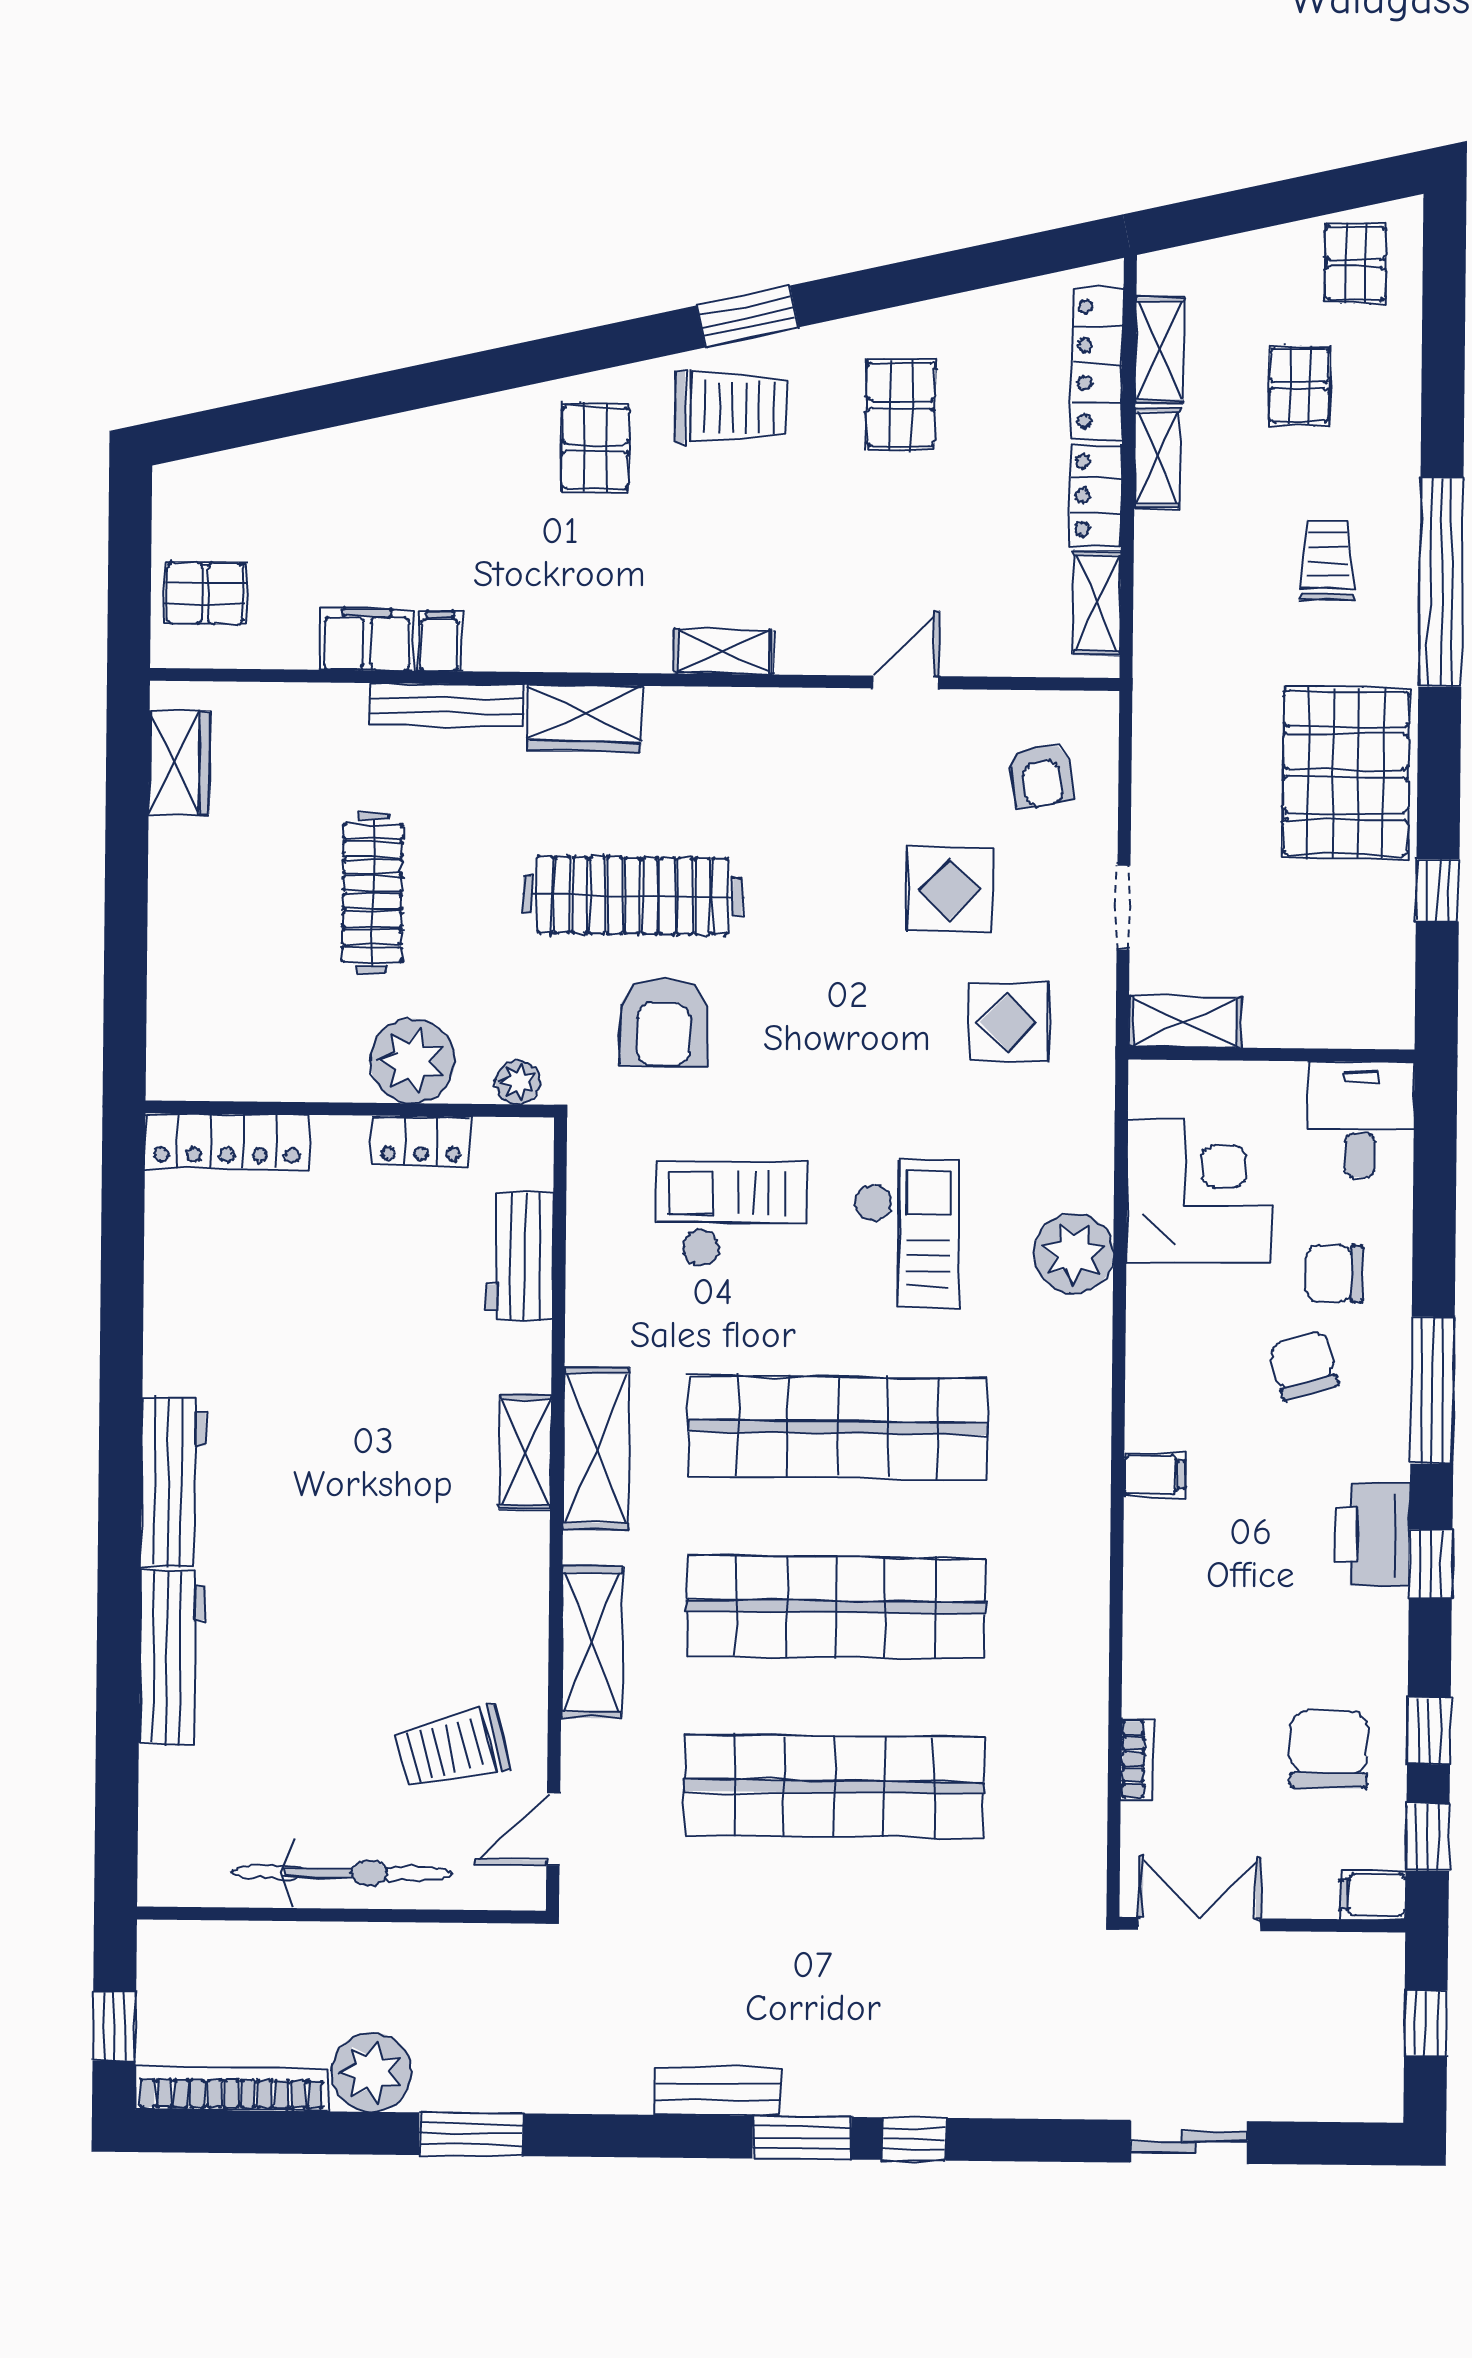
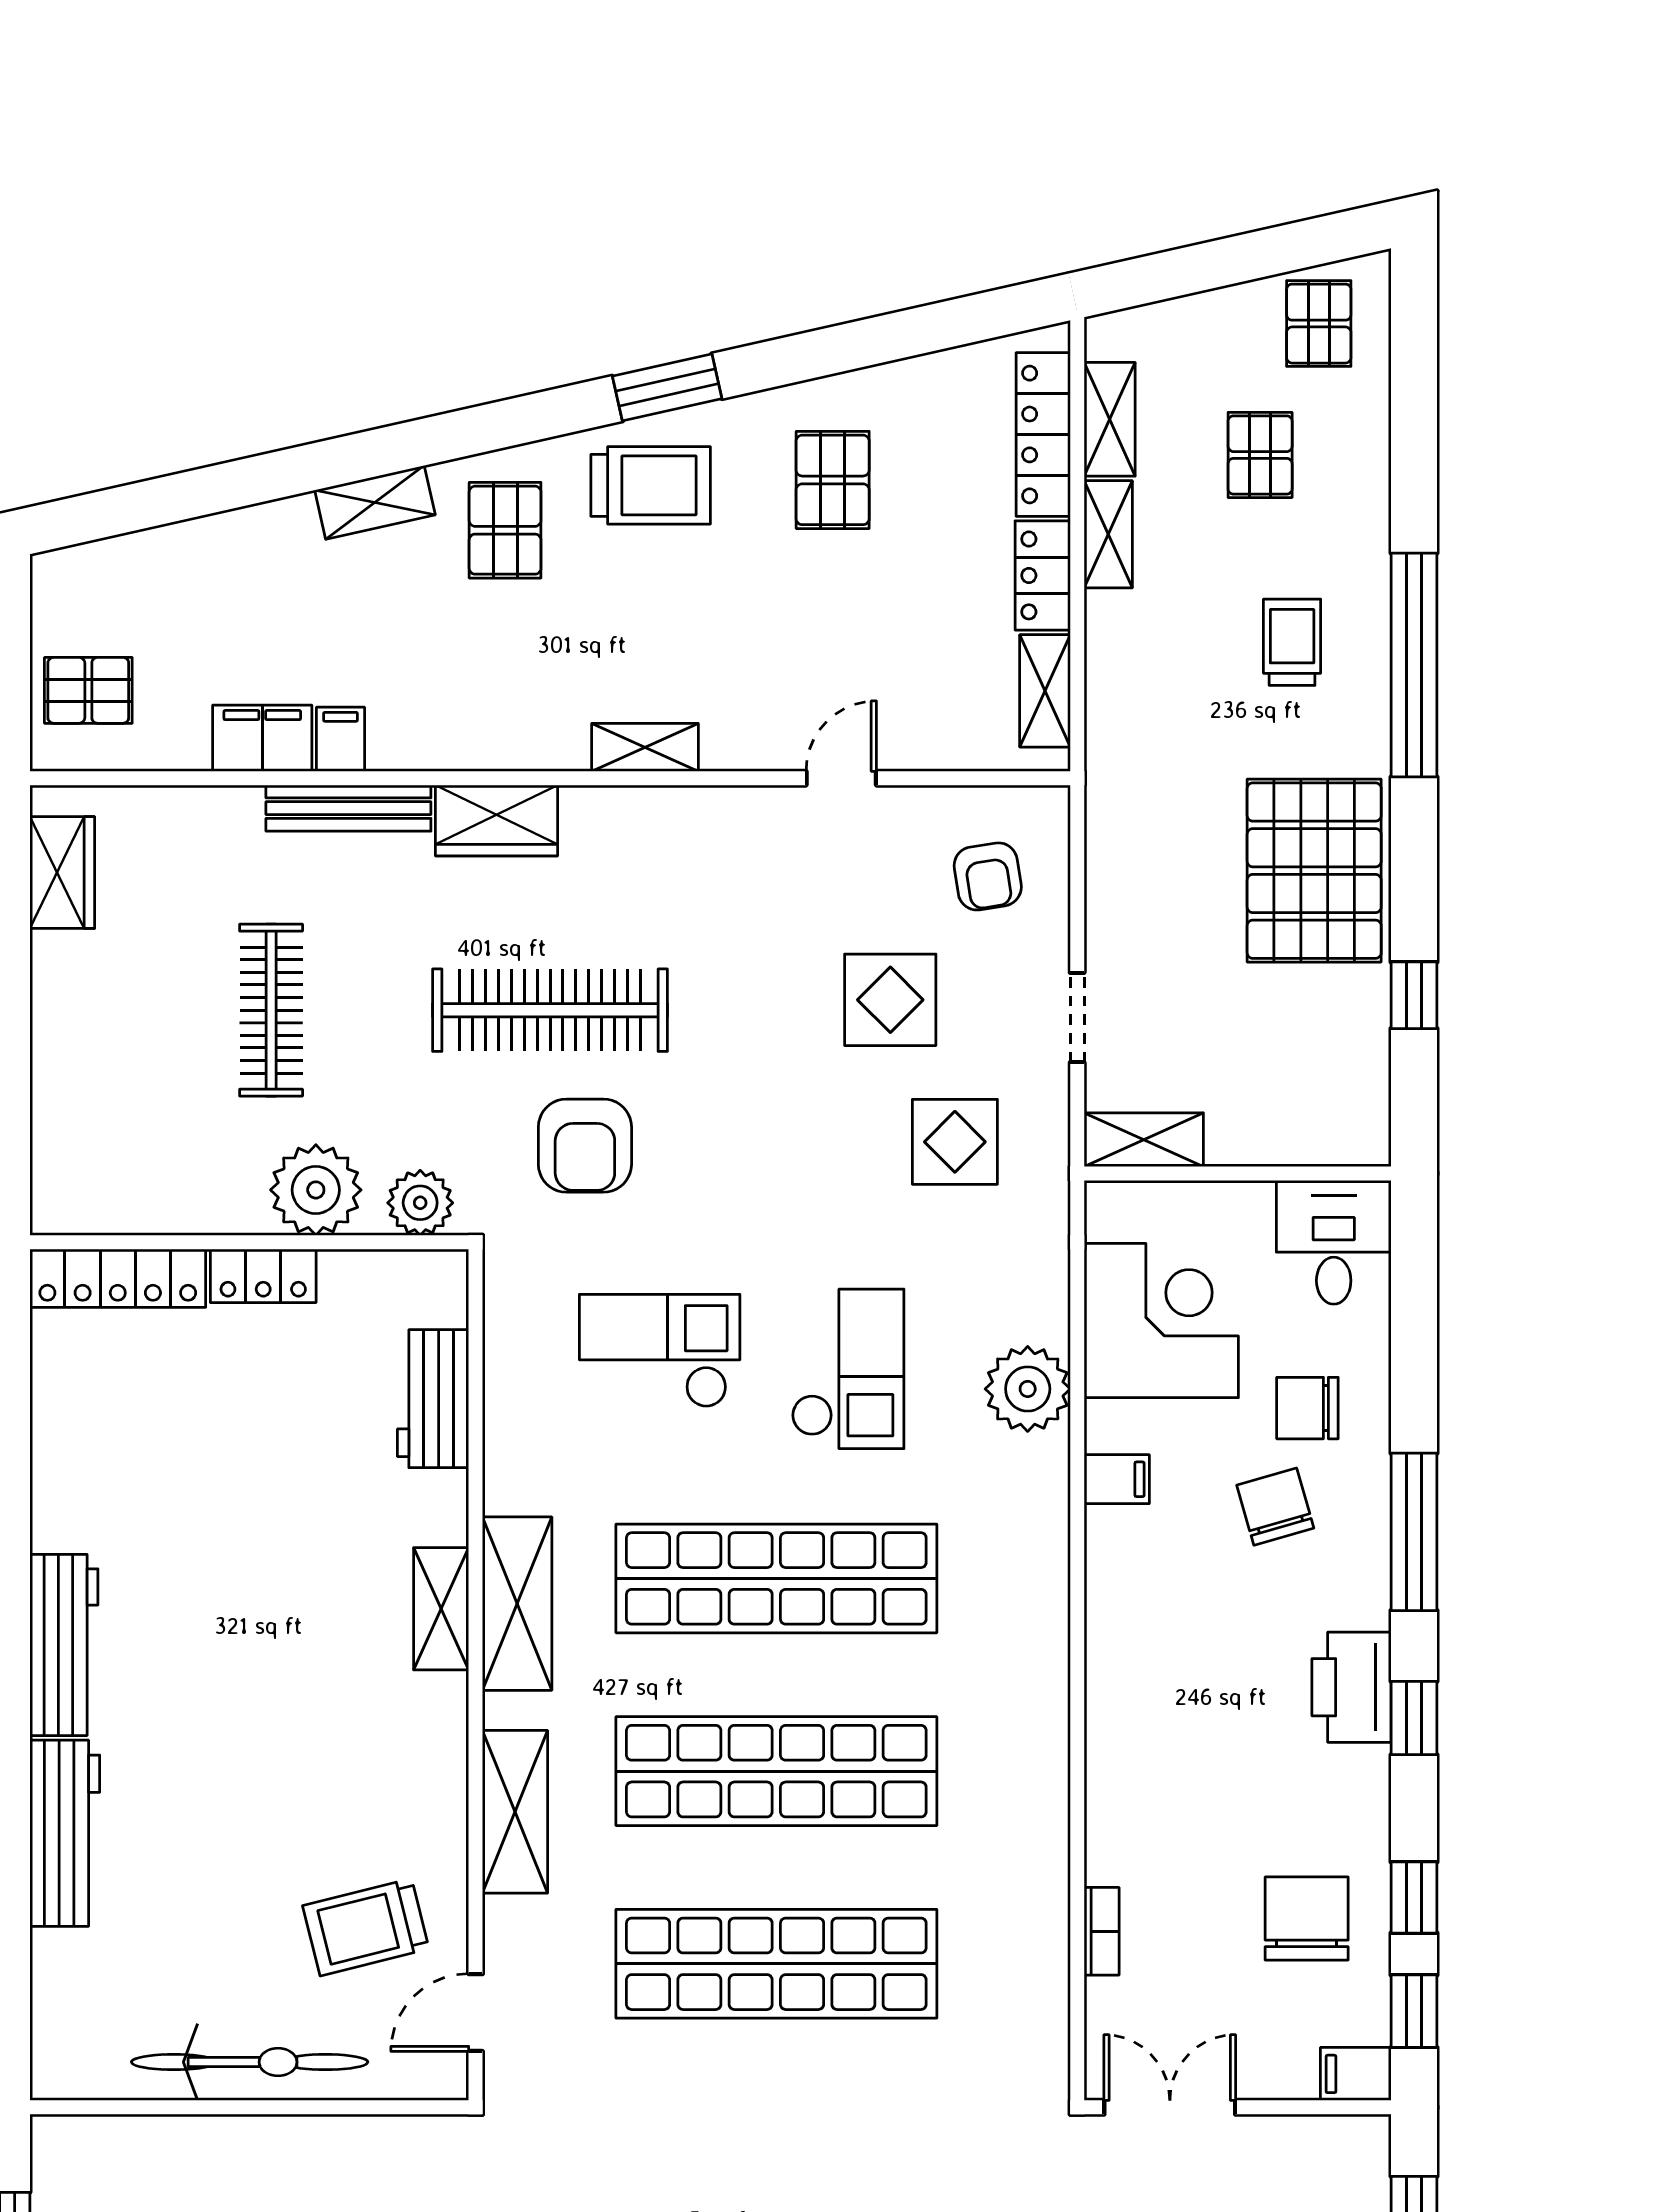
shelving: (474, 421) -> (375, 502), added
plant: (518, 1082) -> (420, 1203), width x1.38, depth x1.38
locker: (421, 1141) -> (263, 1276), moved
filing cabinet: (1154, 1475) -> (1117, 1479), moved

